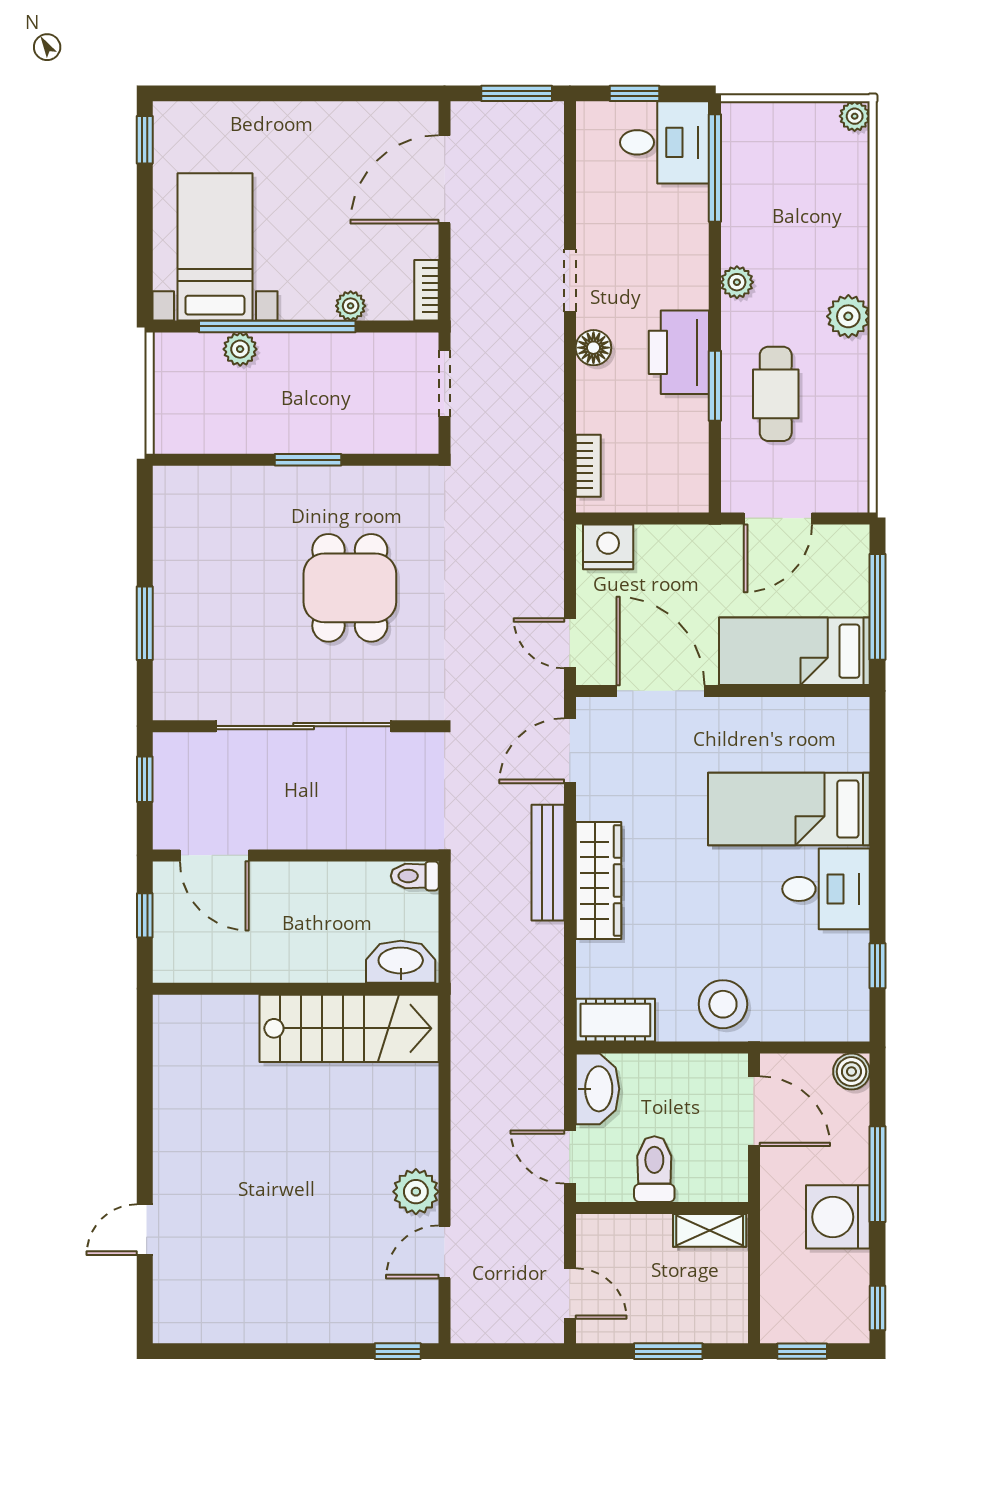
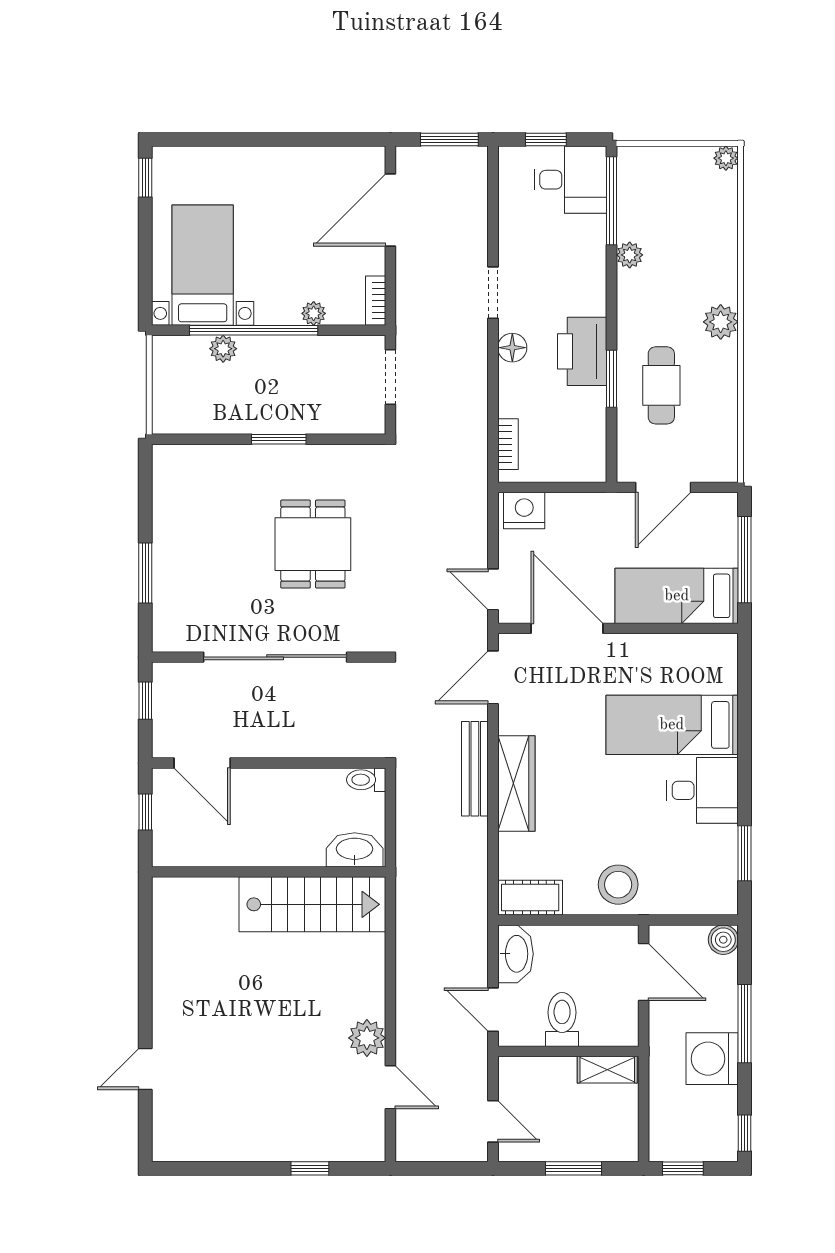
plant: (737, 282) -> (630, 255), moved
window: (877, 966) -> (745, 853), width x1.50
door: (445, 1252) -> (390, 1087), swing flipped
window: (398, 1351) -> (310, 1168), moved

